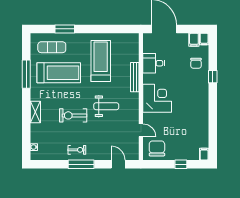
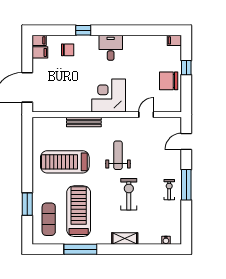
desk: (154, 63) -> (111, 48), moved, turned 180
exercise bike: (73, 115) -> (129, 194), turned 180
chair: (157, 148) -> (169, 81), moved

